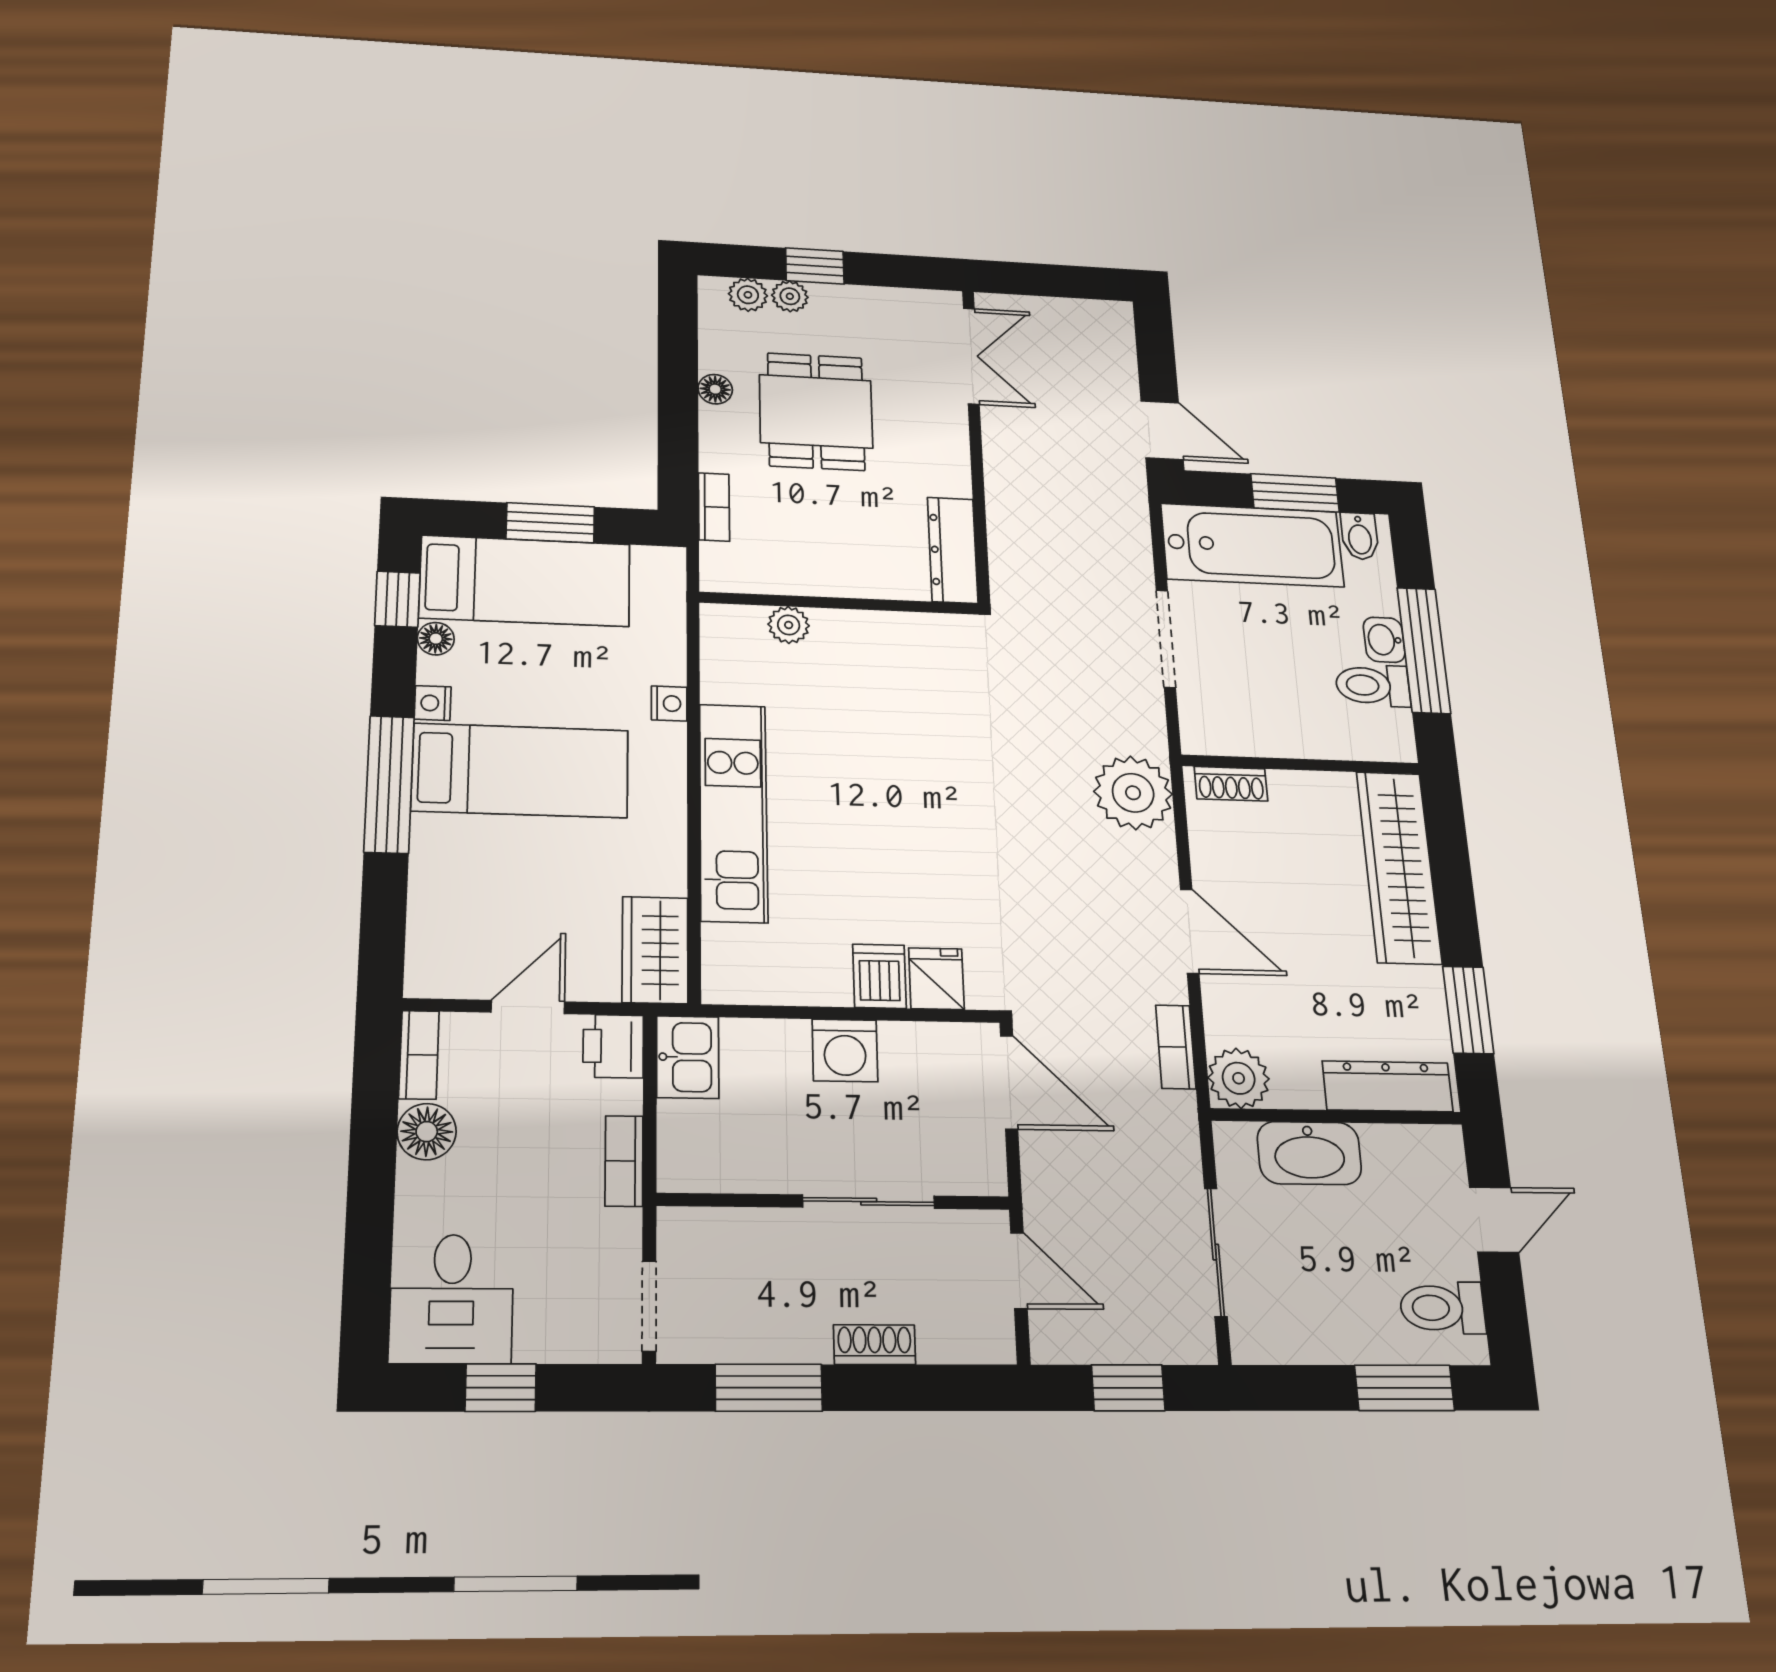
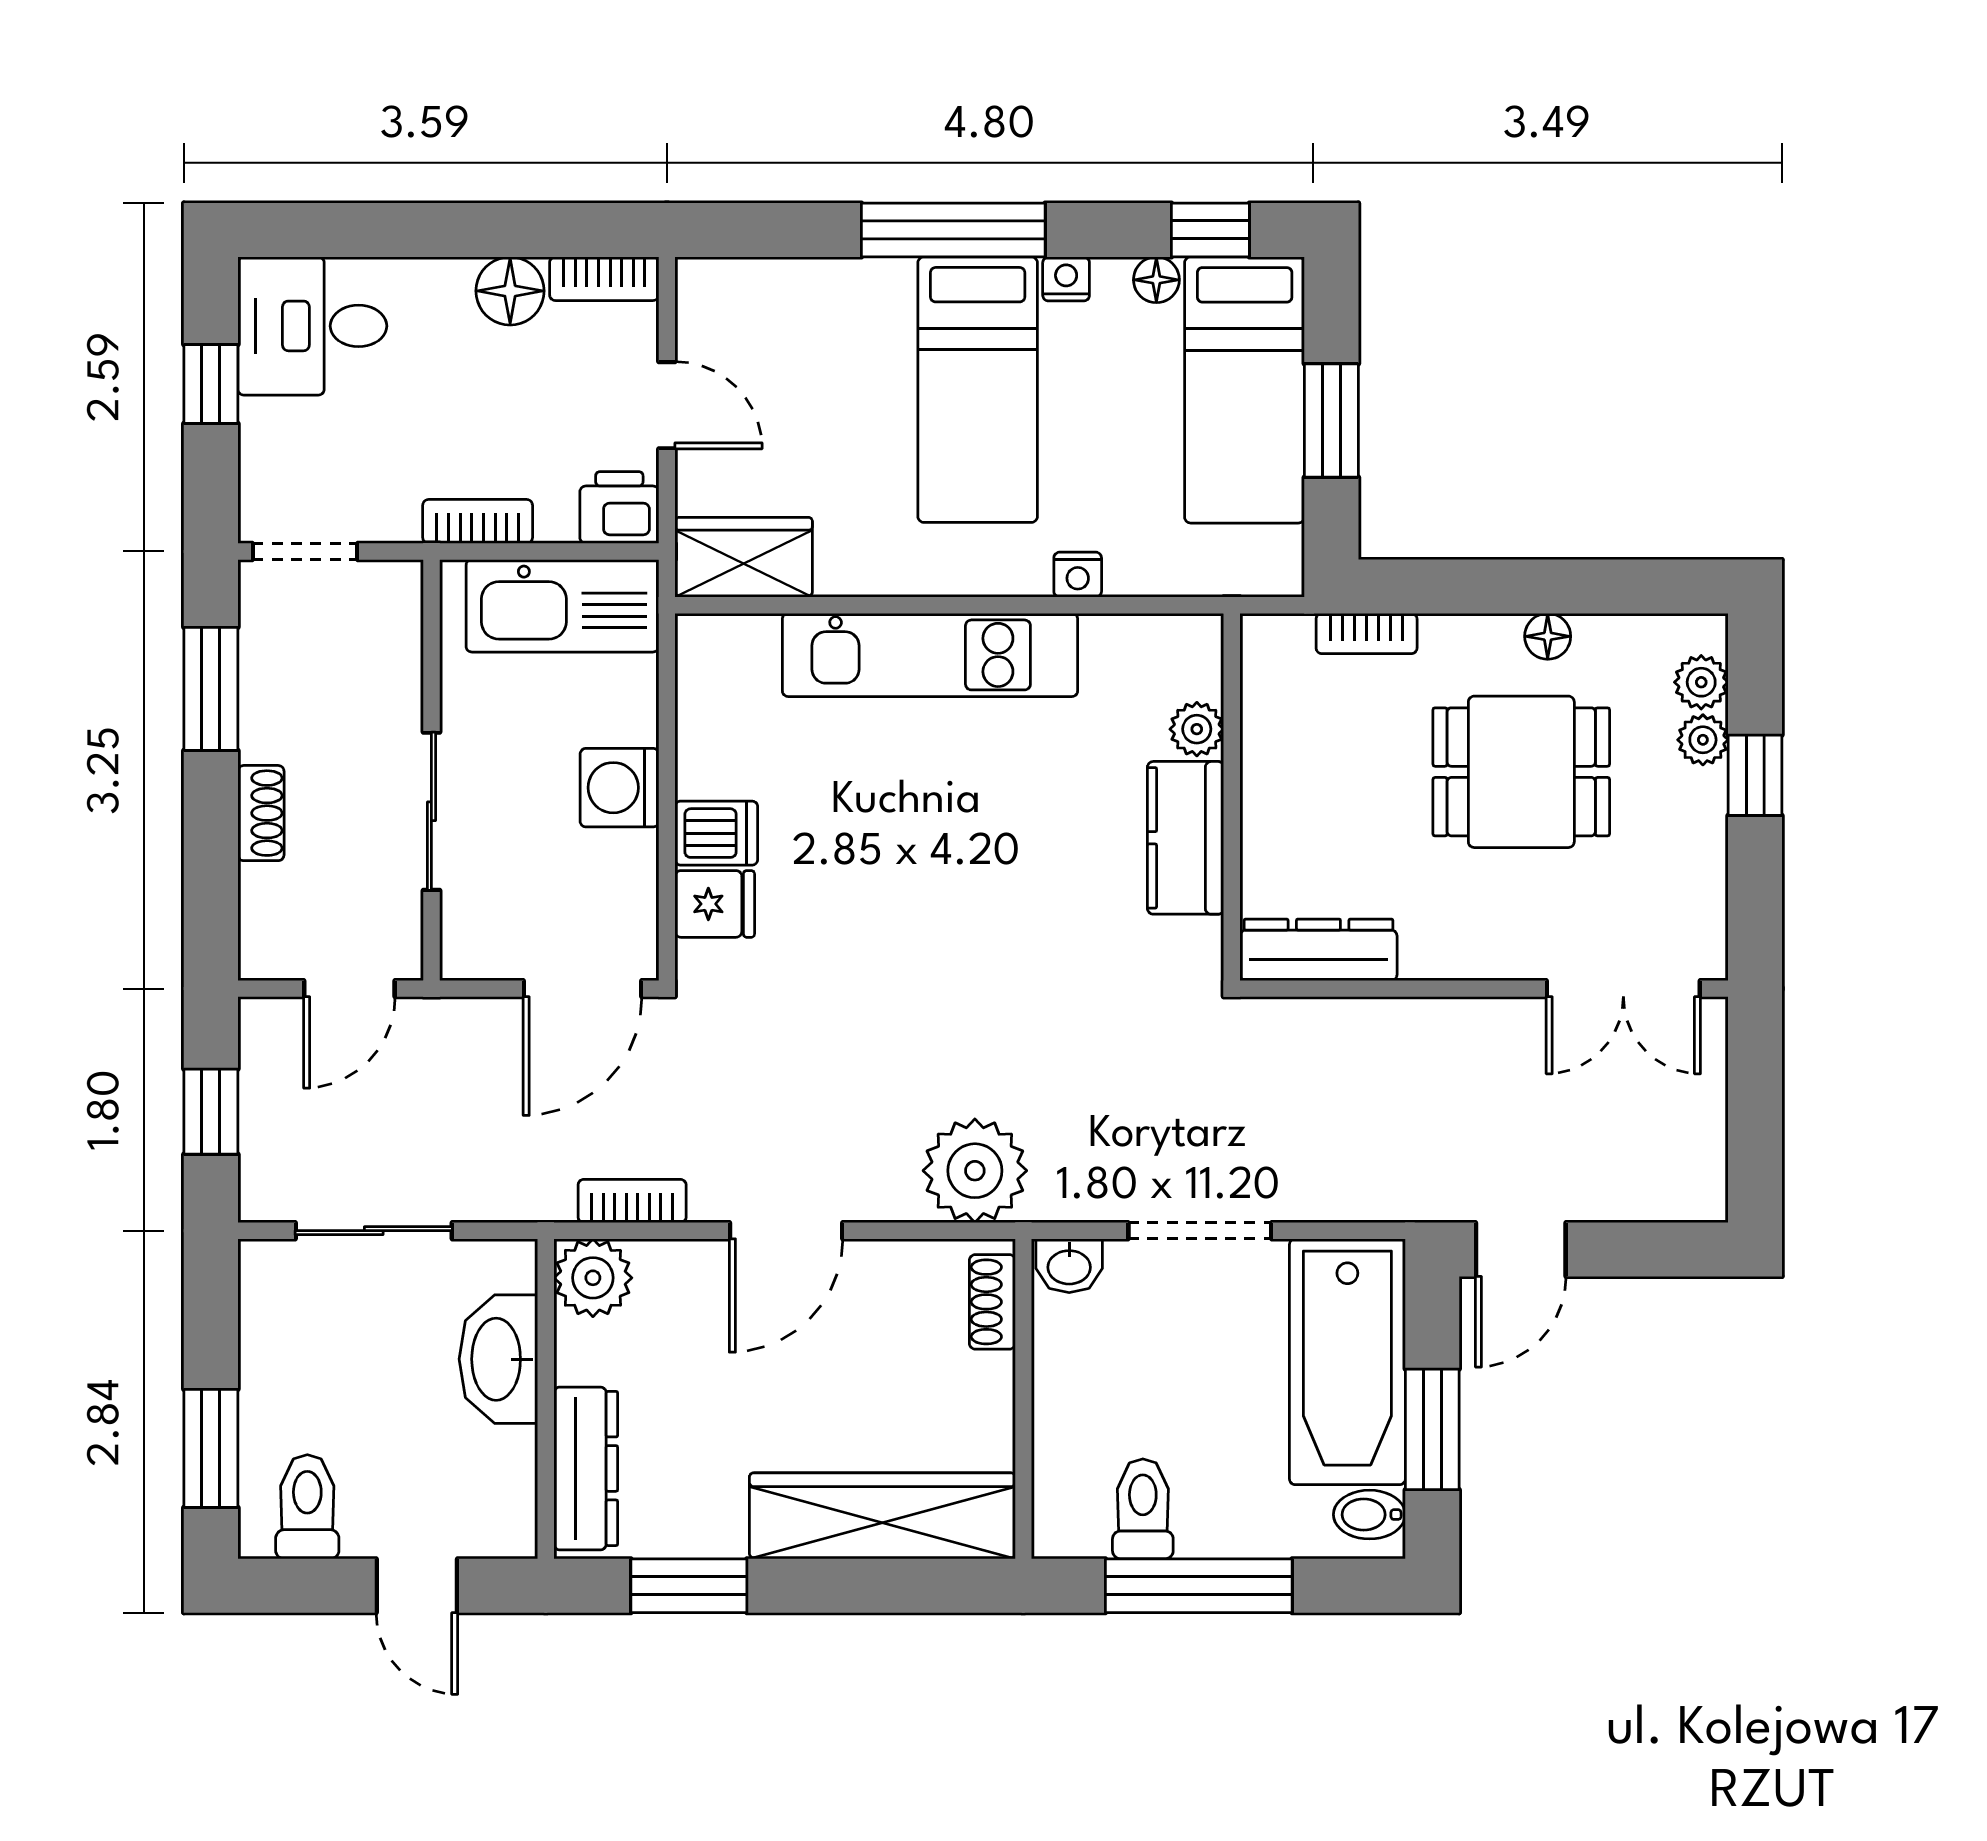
kitchen counter: (872, 636) -> (1186, 838), added
washbasin: (1384, 640) -> (1069, 1266), moved, turned 180
kitchen sink: (688, 1057) -> (562, 606), width x1.87, depth x1.24

